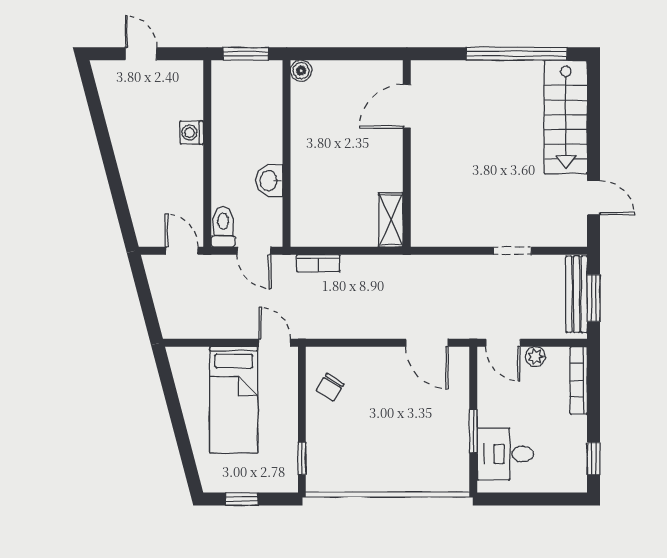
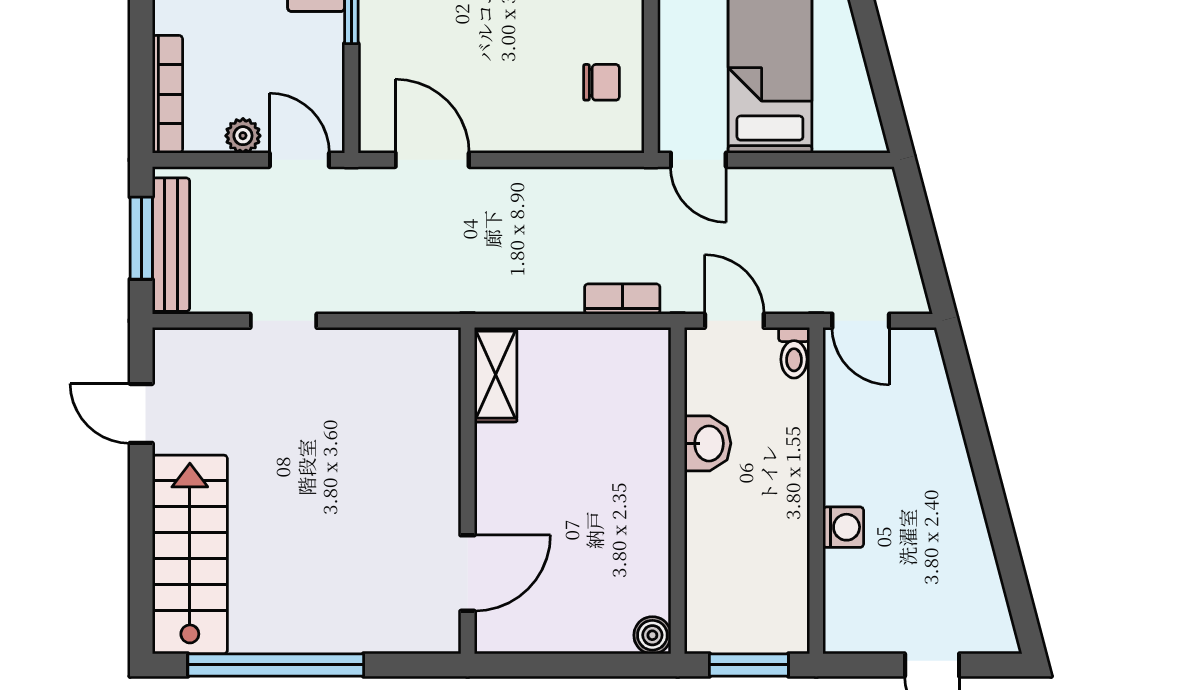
toilet: (223, 227) -> (794, 353), width x0.73, depth x0.72
chair: (330, 387) -> (602, 82), turned 58

